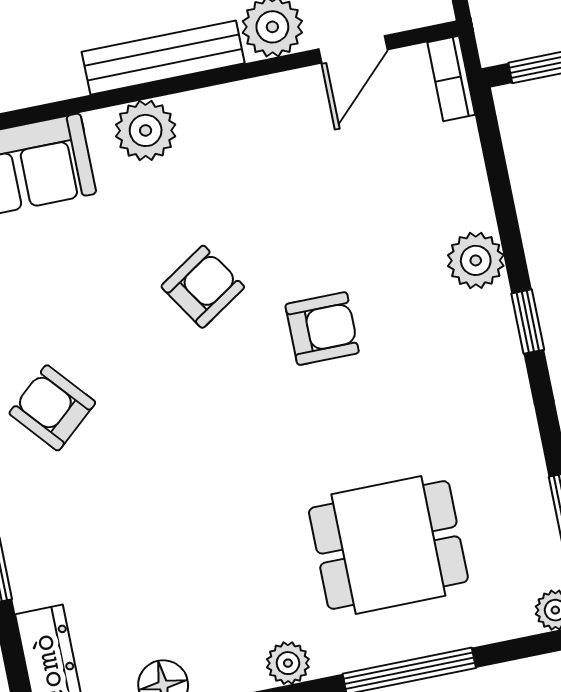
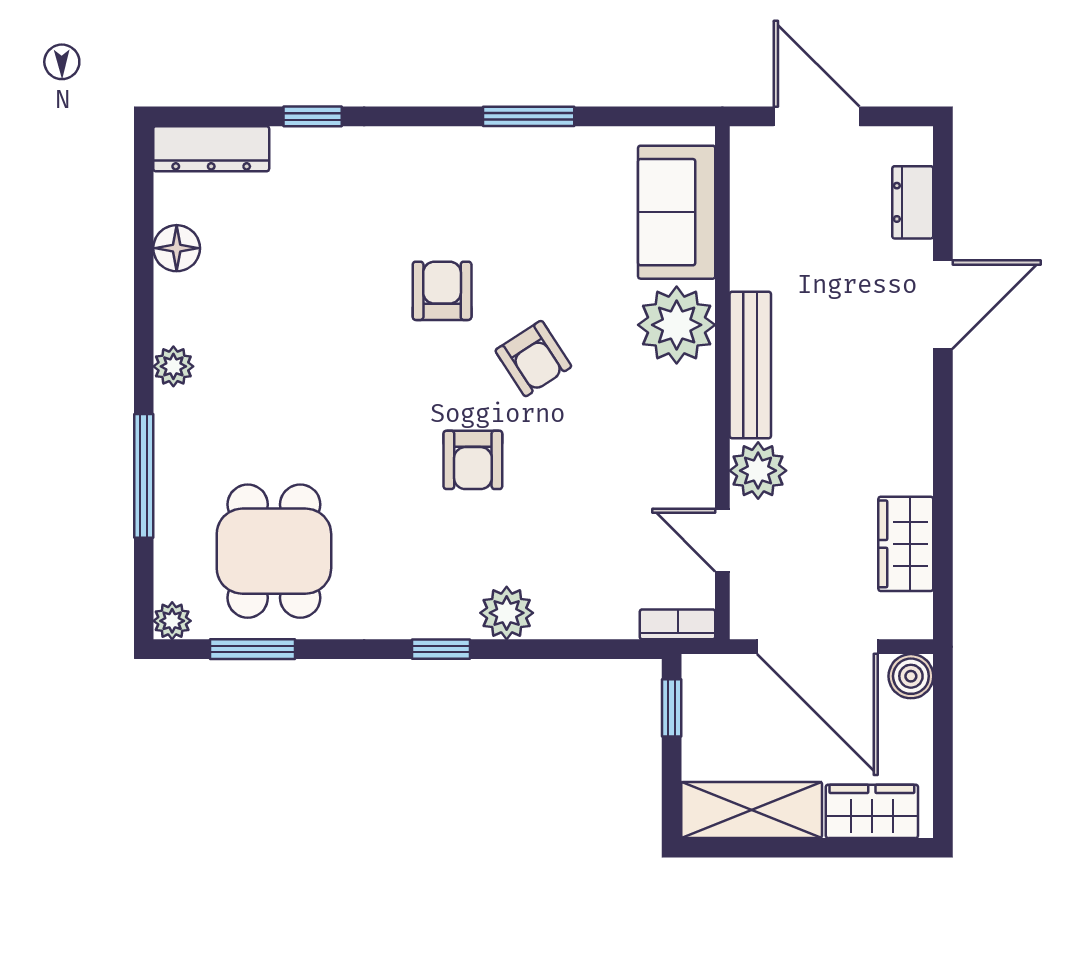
plant: (146, 130) -> (677, 325), width x1.36, depth x1.36
armchair: (52, 408) -> (442, 291), moved, turned -49
dining table: (388, 545) -> (274, 551), moved

